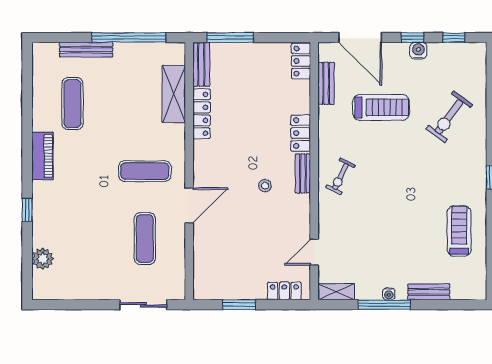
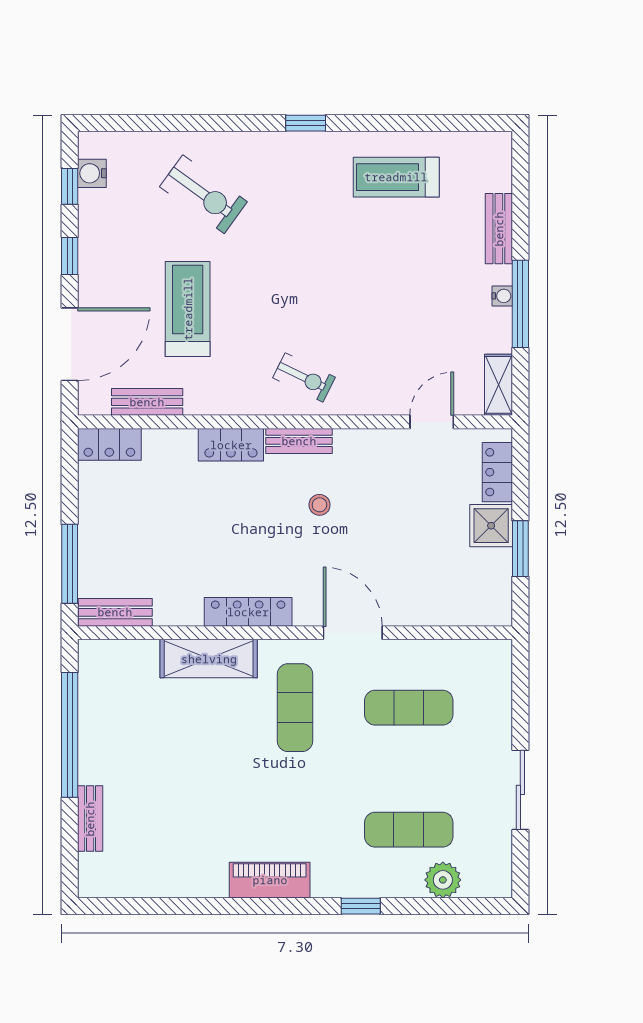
bench: (86, 50) -> (90, 819), width x0.73
water cooler: (418, 51) -> (92, 173), moved
shelving: (174, 94) -> (209, 659), moved
exercise mat: (72, 104) -> (409, 830), moved
locker: (202, 114) -> (248, 612), moved
door: (314, 252) -> (432, 422), swing flipped
shower: (253, 287) -> (491, 526), added
sliding door: (143, 305) -> (520, 790), moved

